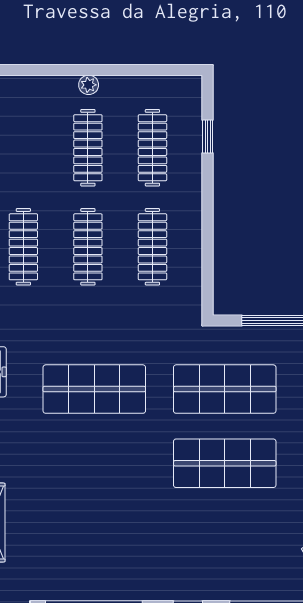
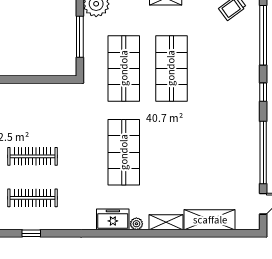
clothes rail: (152, 247) -> (32, 115), removed

